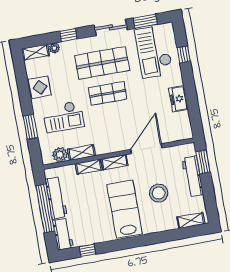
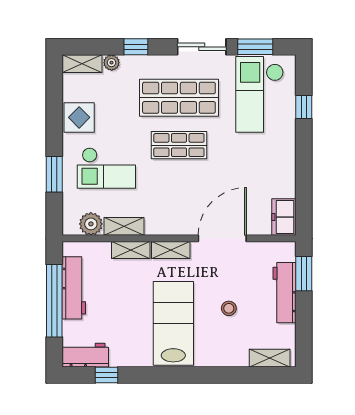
freezer: (178, 99) -> (284, 217), moved
stool: (159, 193) -> (229, 308), width x0.53, depth x0.53
workbench: (63, 234) -> (85, 355), moved, turned -90

